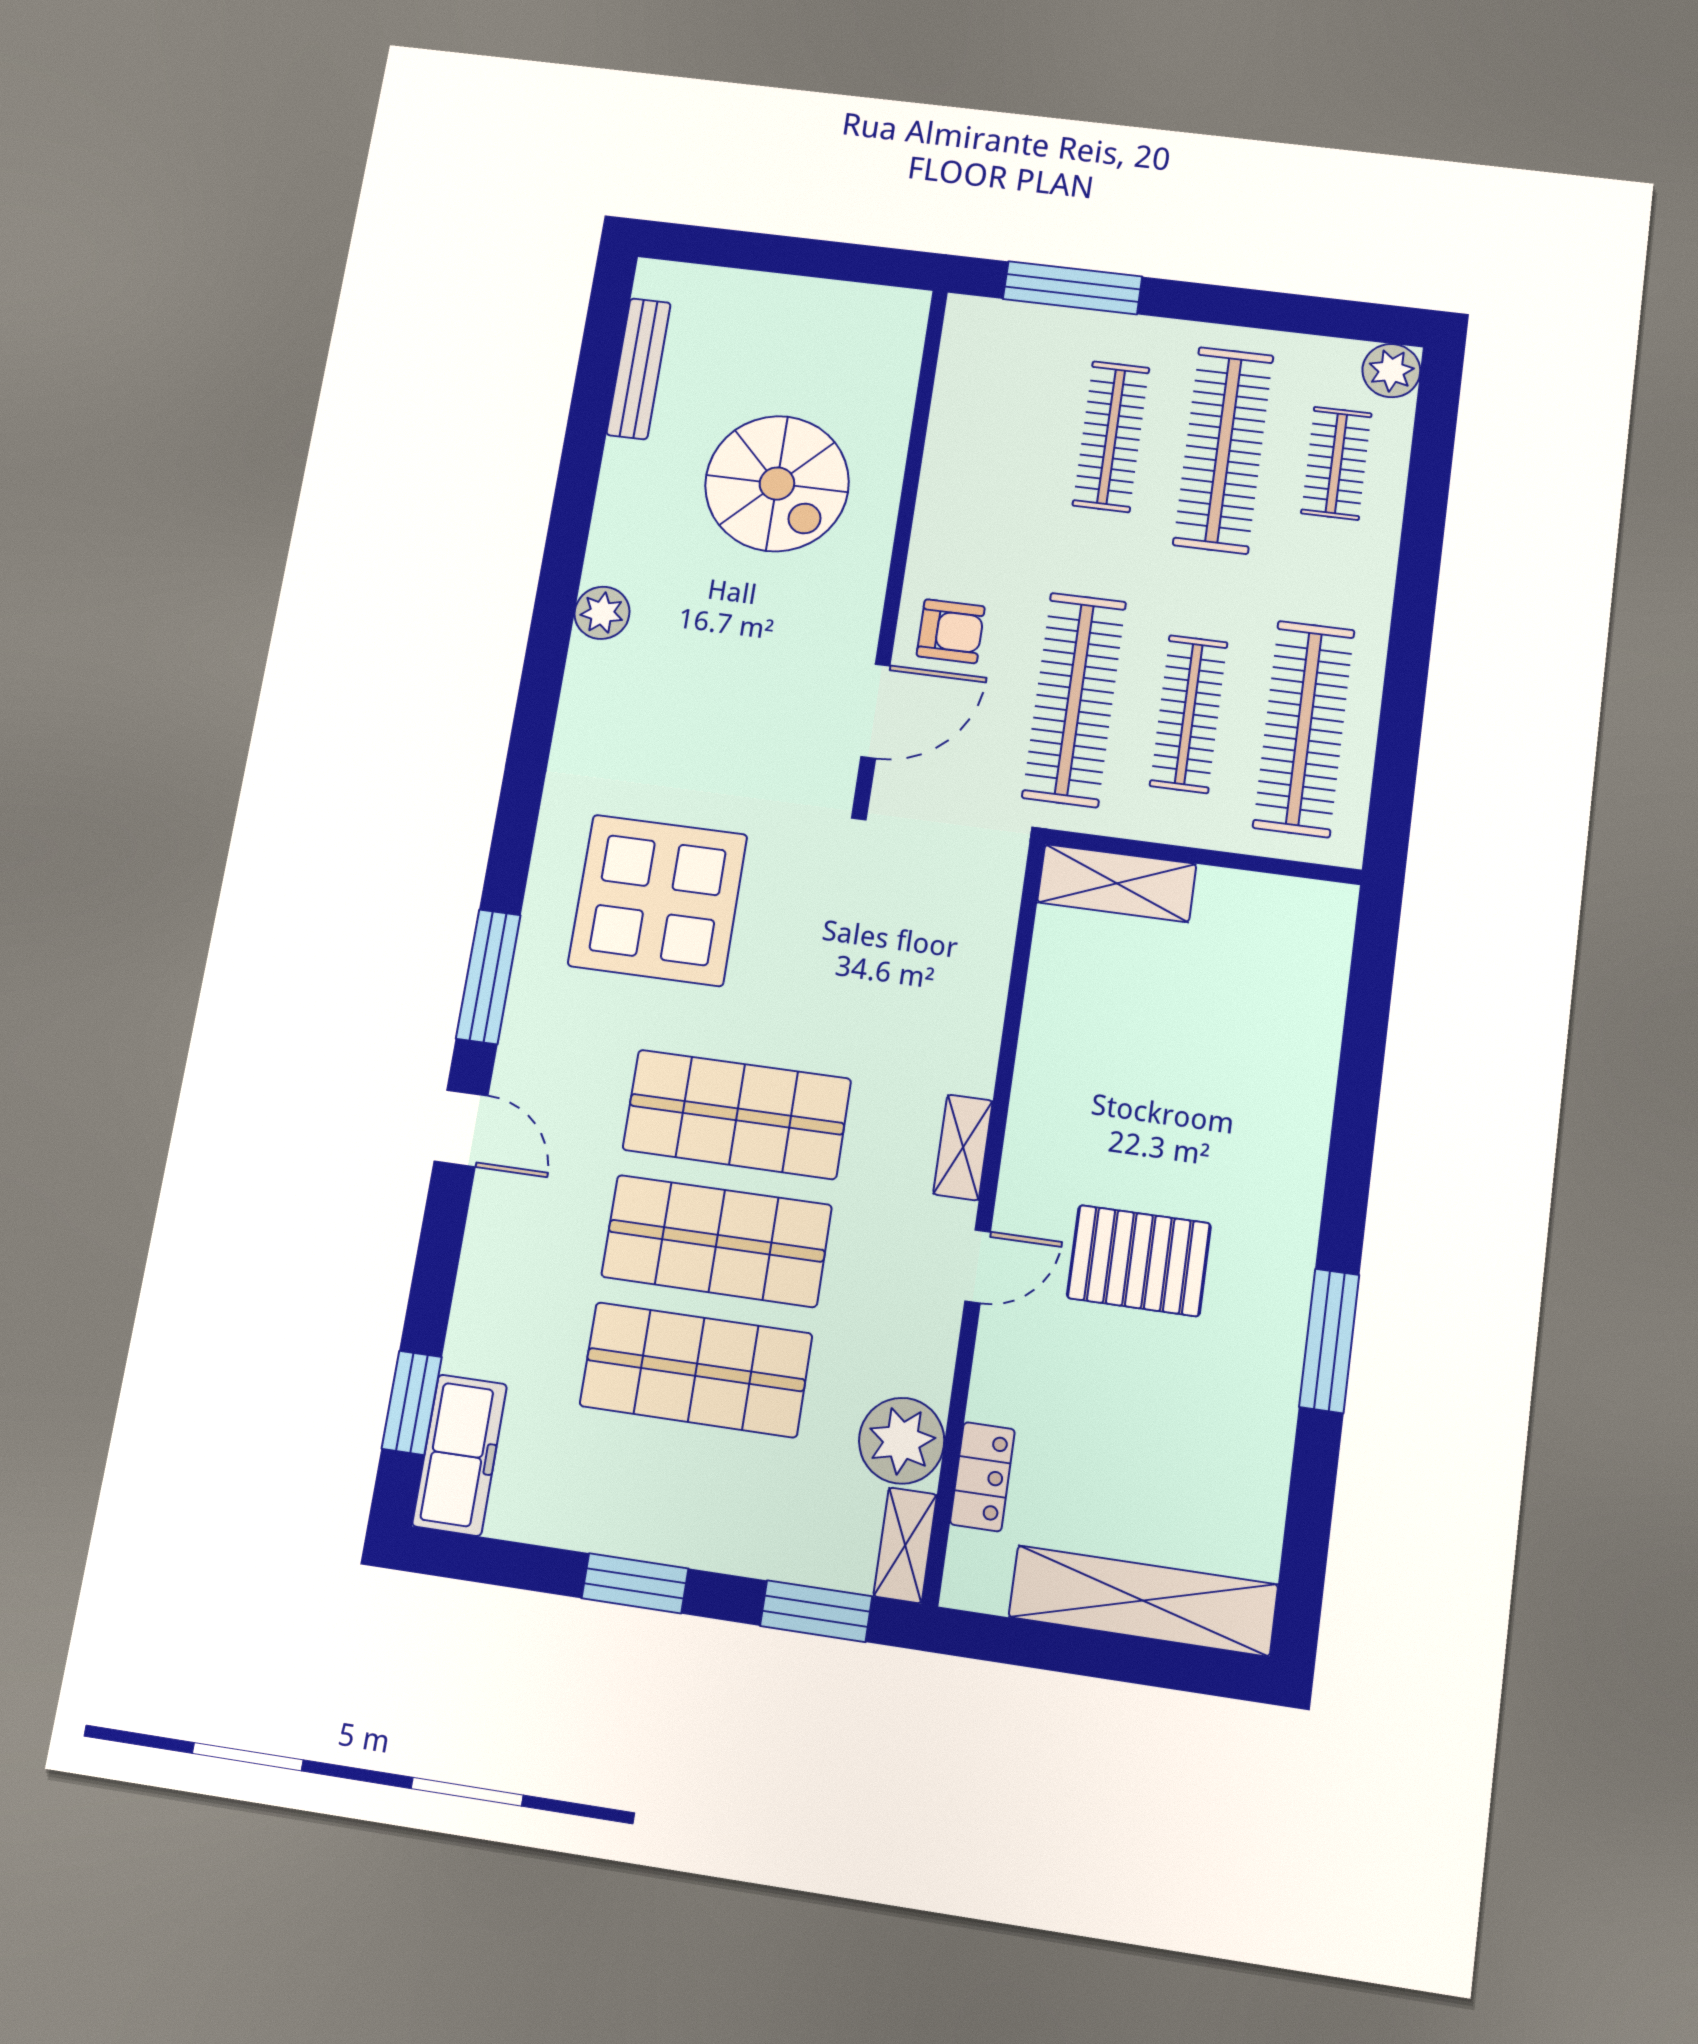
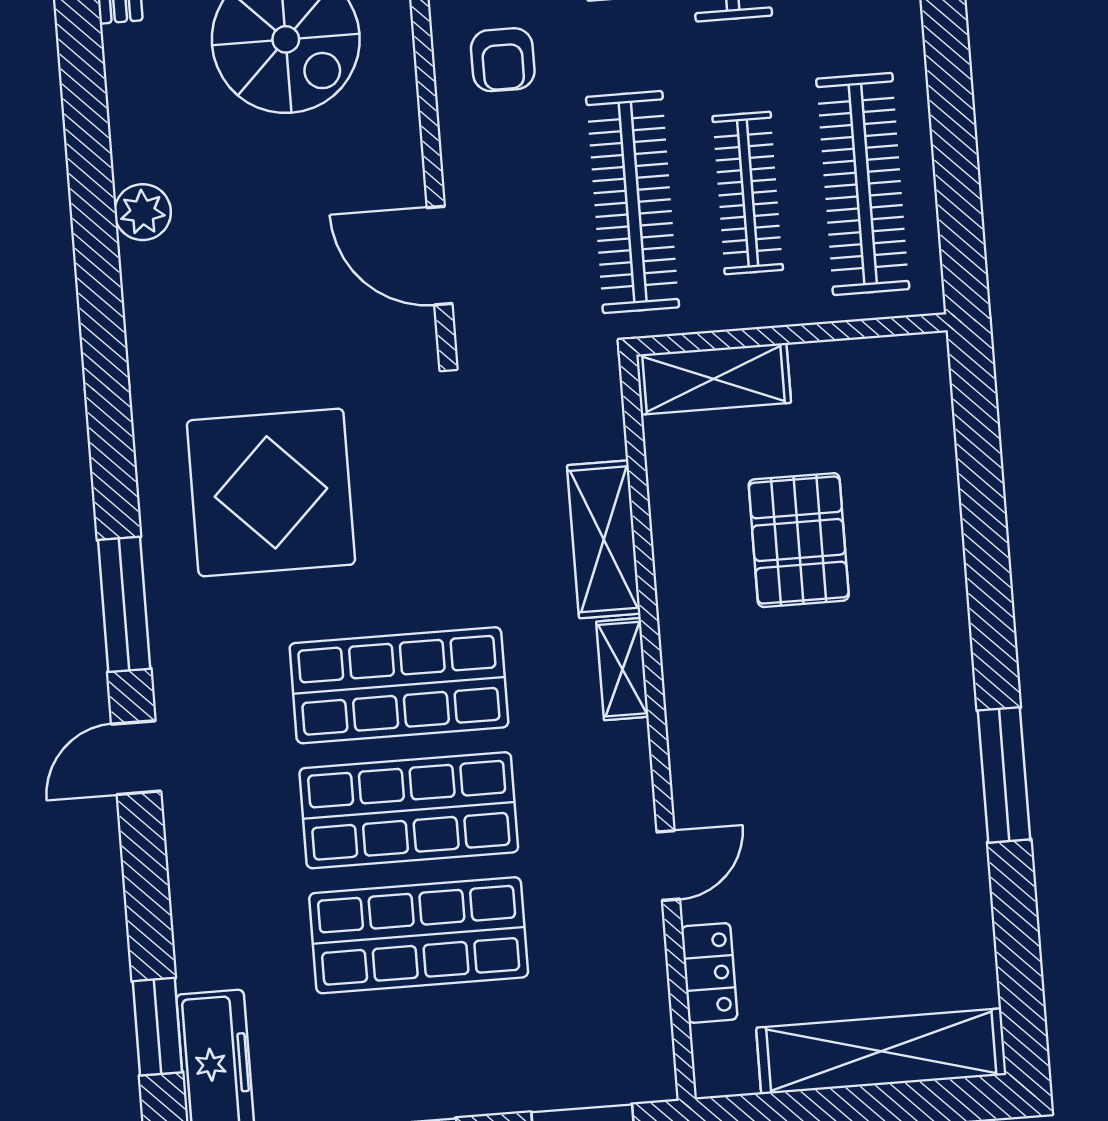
armchair: (951, 631) -> (503, 60), moved, turned 90
door: (875, 711) -> (440, 256), swing flipped
door: (461, 1128) -> (136, 758), swing flipped
pallet: (1139, 1261) -> (799, 540), moved, turned 90
door: (978, 1266) -> (668, 866), moved
plant: (902, 1441) -> (627, 957), removed
shelving: (905, 1545) -> (604, 539), moved, width x1.50, depth x1.33

